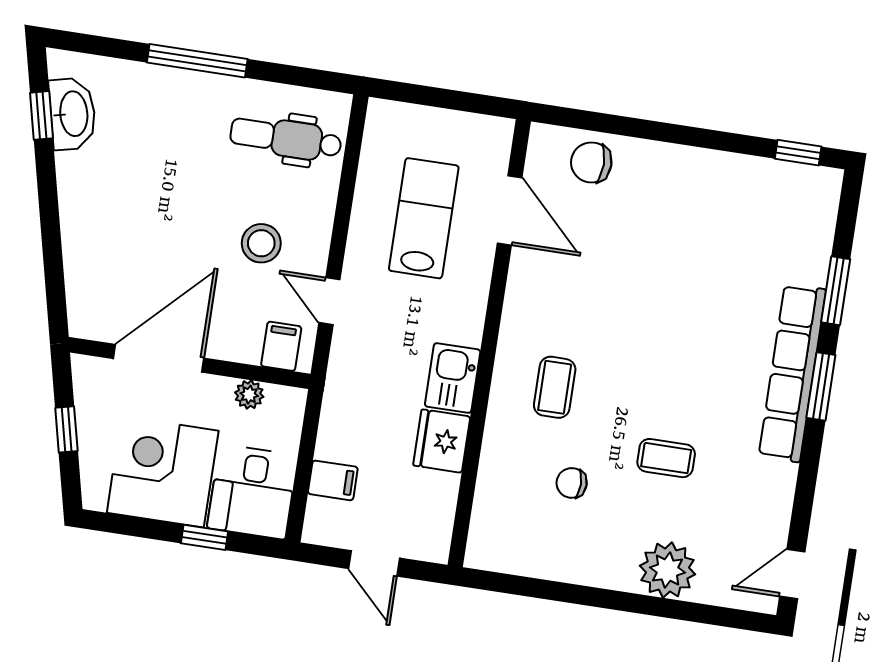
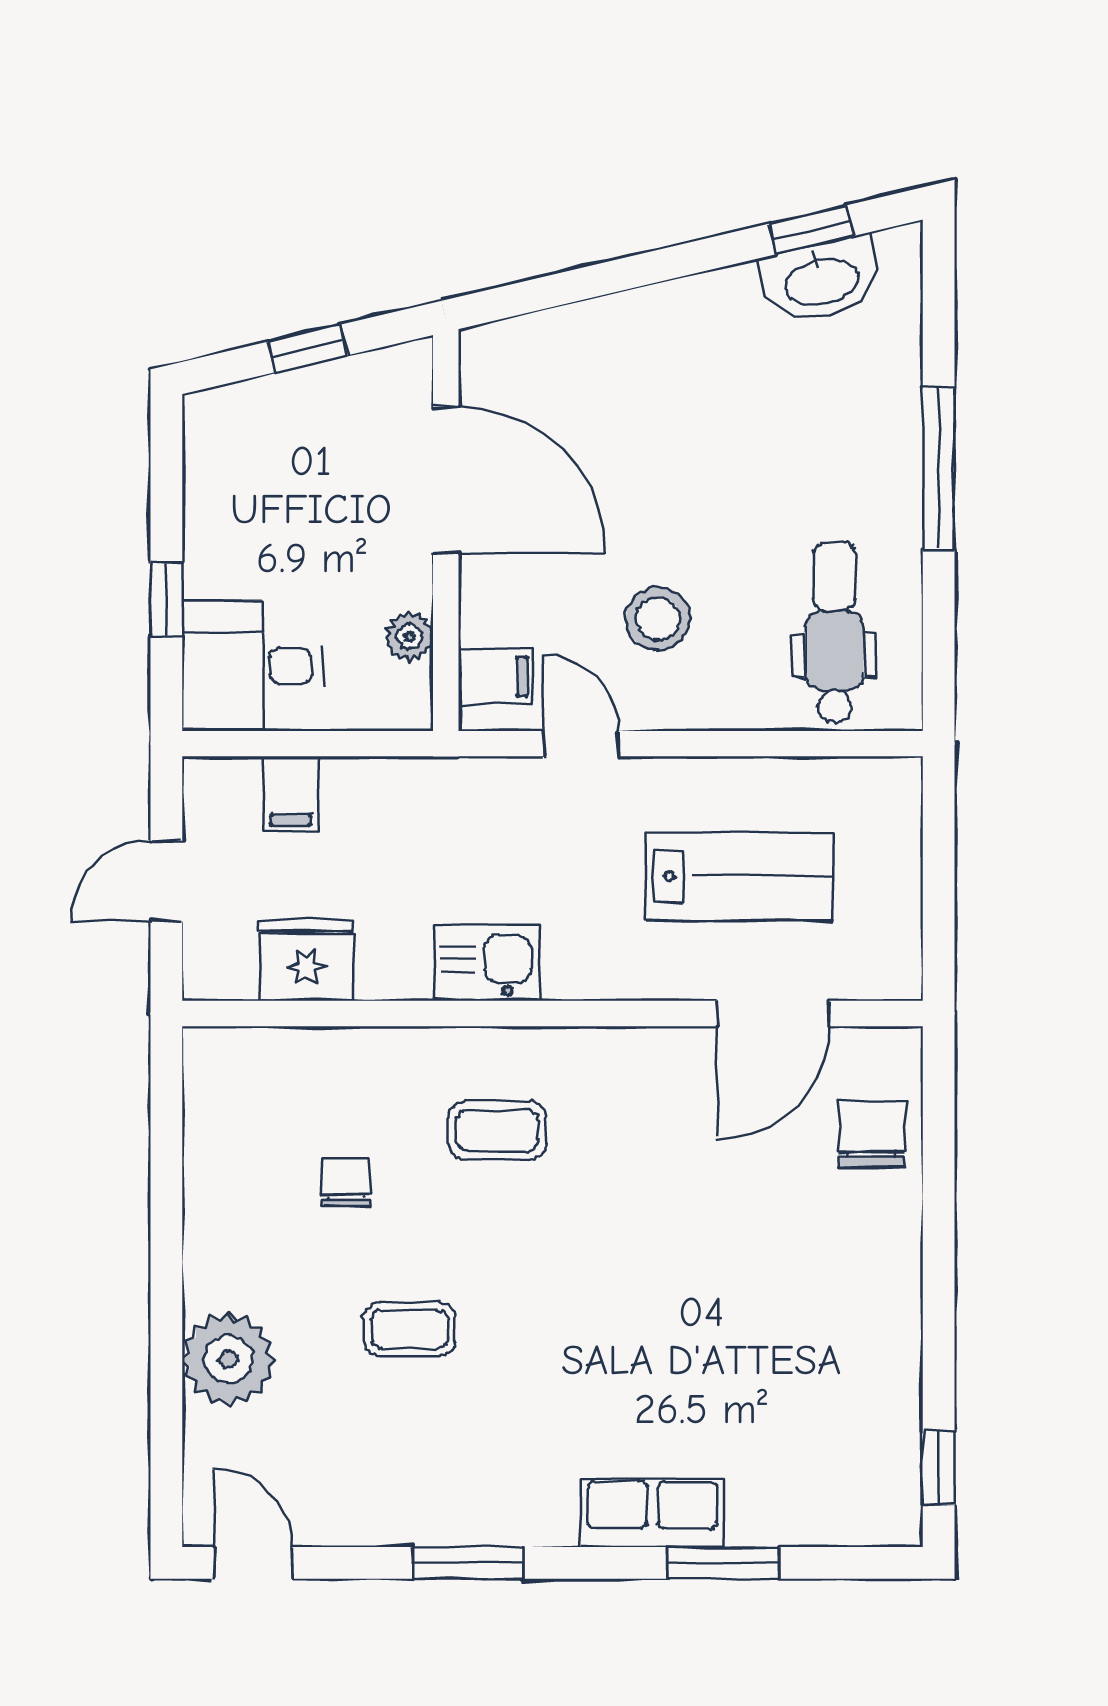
door: (329, 301) -> (581, 744), hinge flipped
row of seats: (792, 373) -> (652, 1513), width x0.50
window: (821, 386) -> (468, 1563), moved
fridge: (442, 441) -> (306, 961), moved
coffee table: (666, 458) -> (410, 1329), turned 90
corner desk: (163, 472) -> (263, 515), removed

